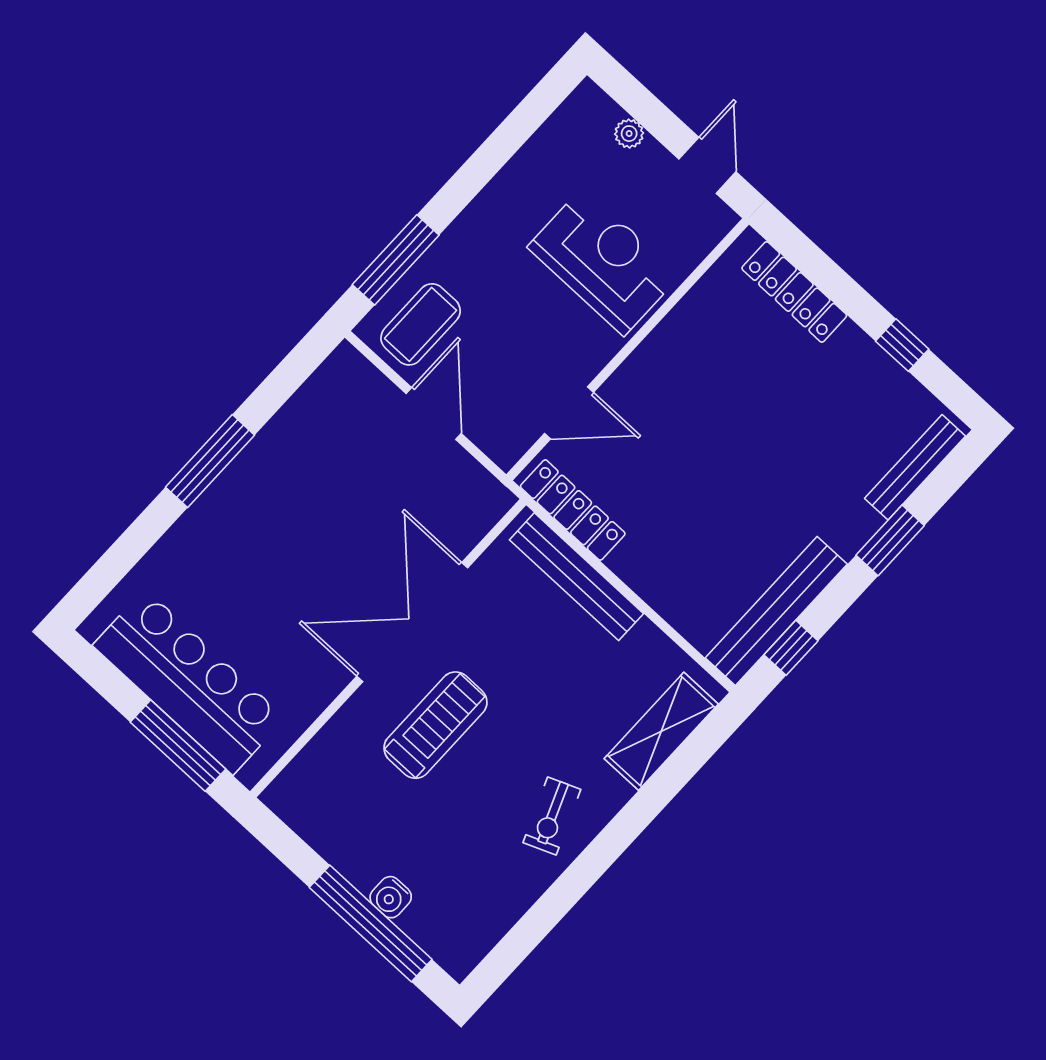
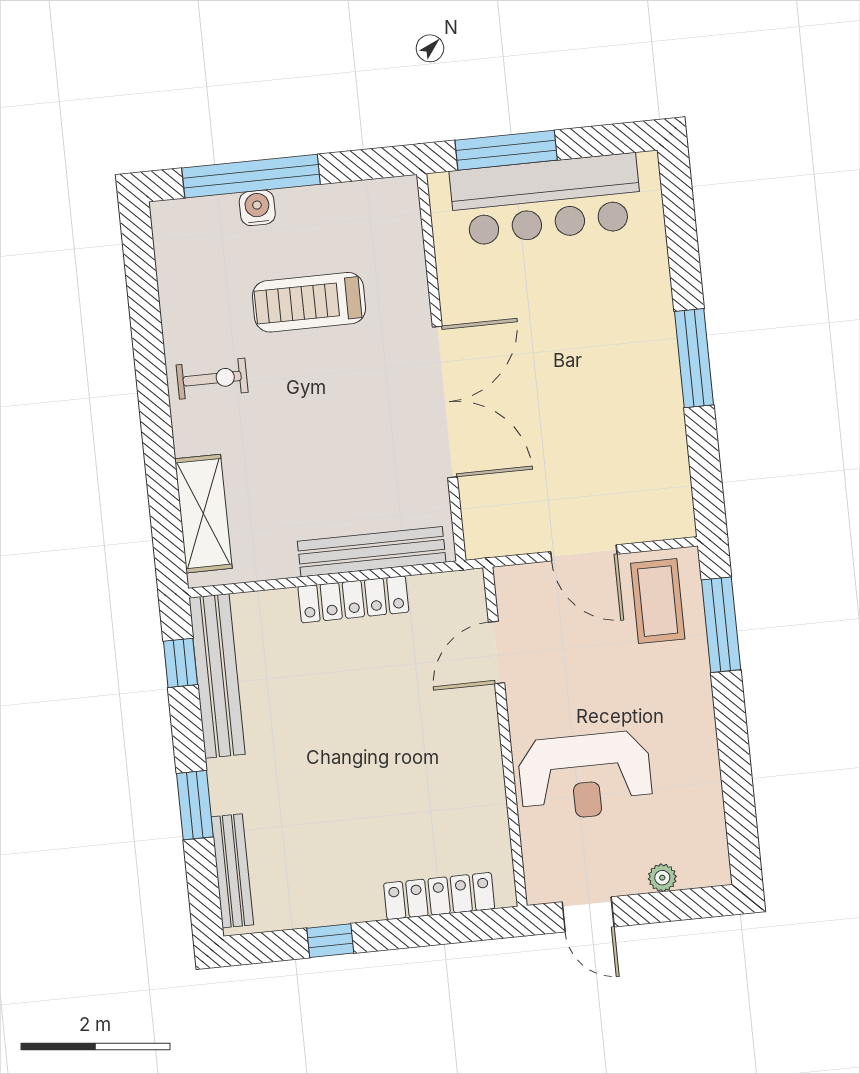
locker: (573, 510) -> (353, 599), moved
treadmill: (435, 725) -> (309, 302), moved, turned 90
exercise bike: (552, 816) -> (212, 379), turned 112

